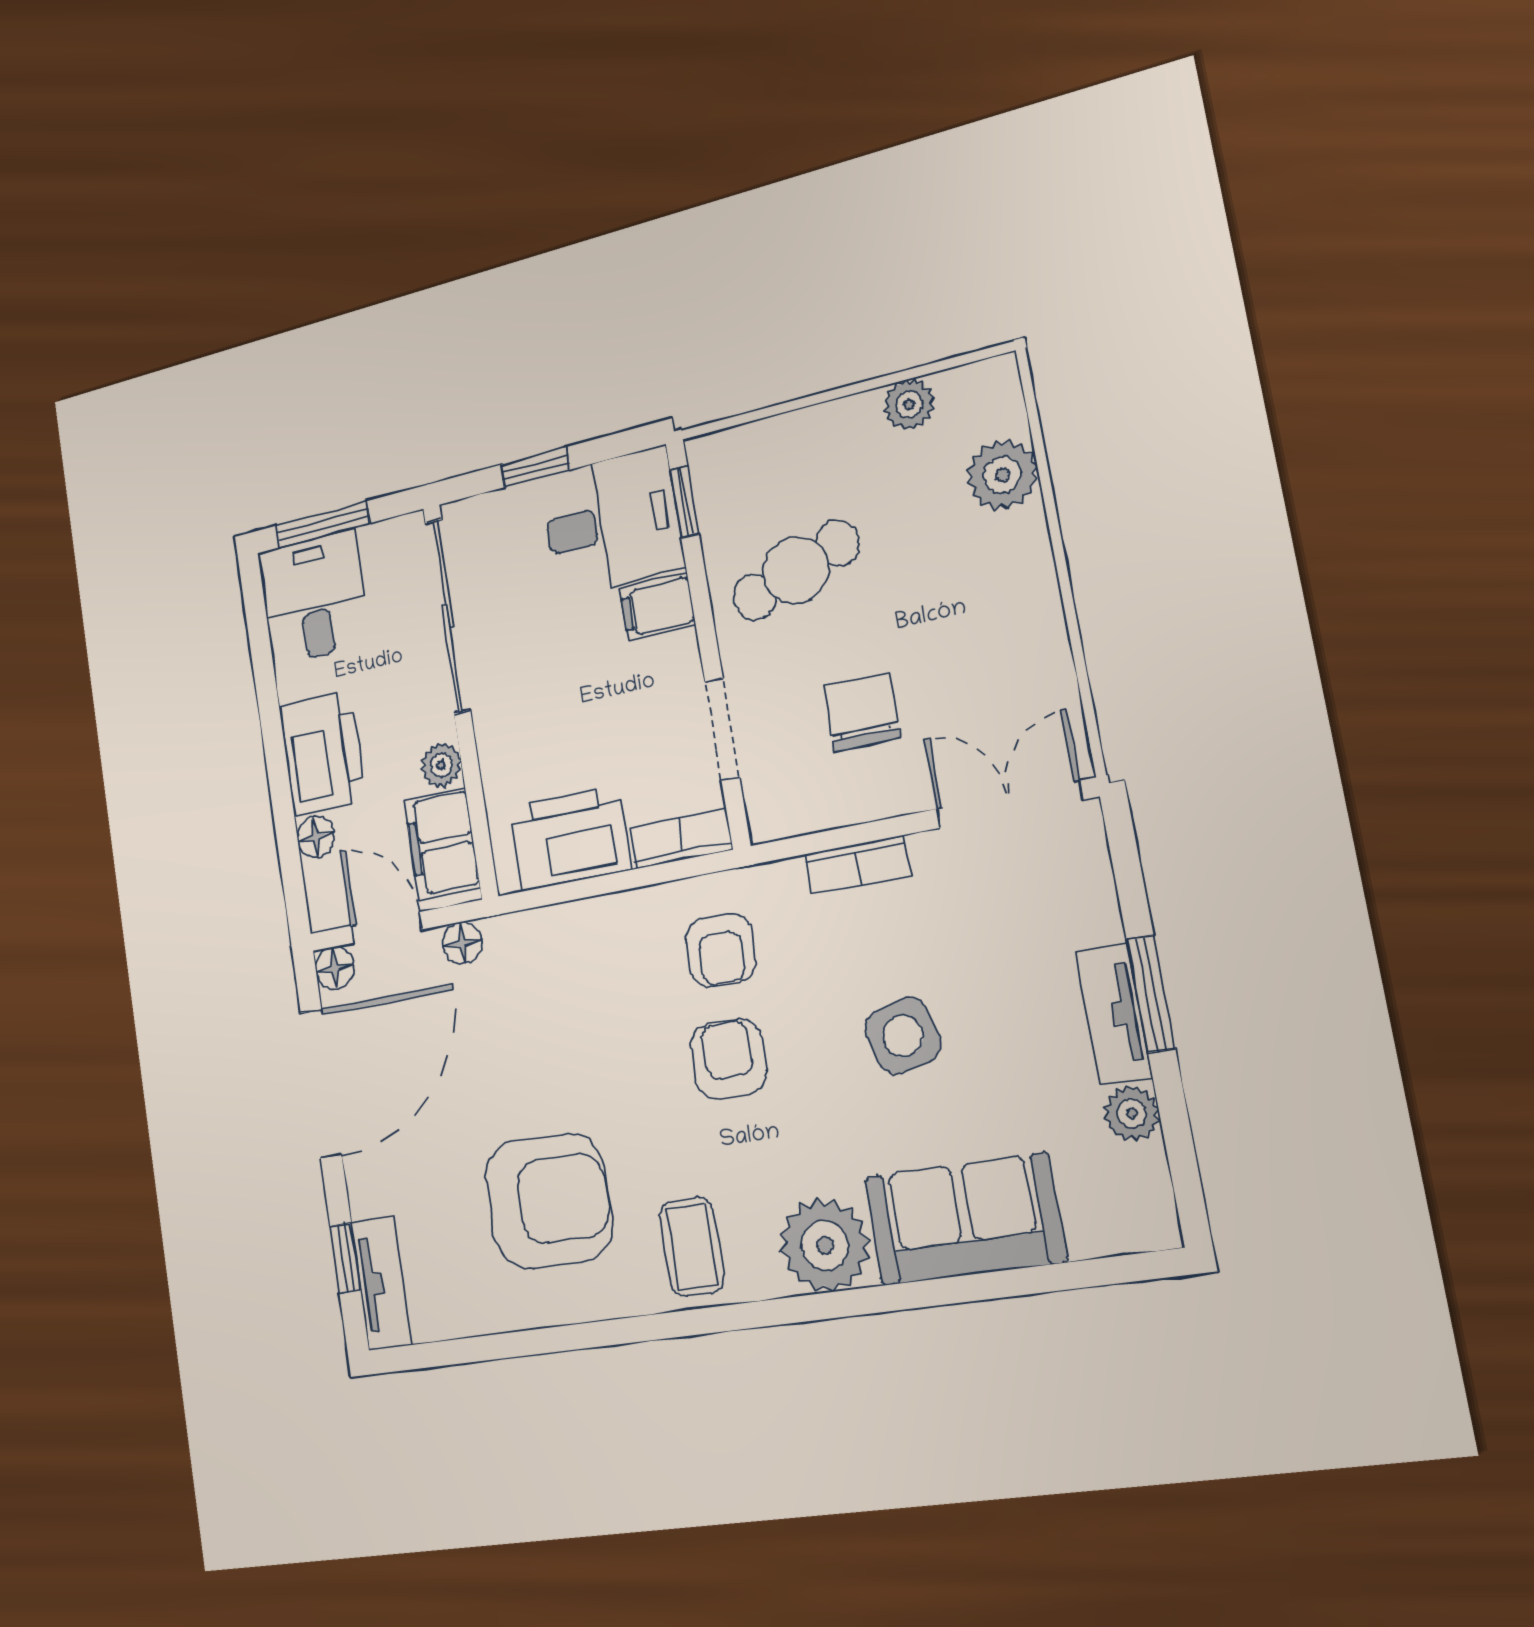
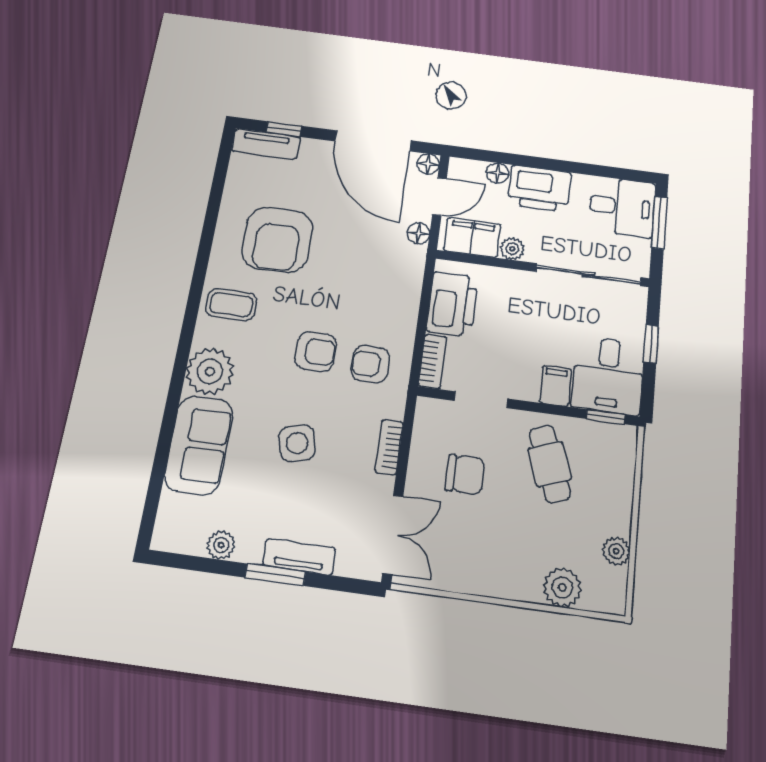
tv unit: (1114, 1014) -> (299, 557), moved

